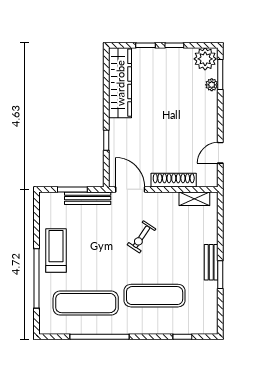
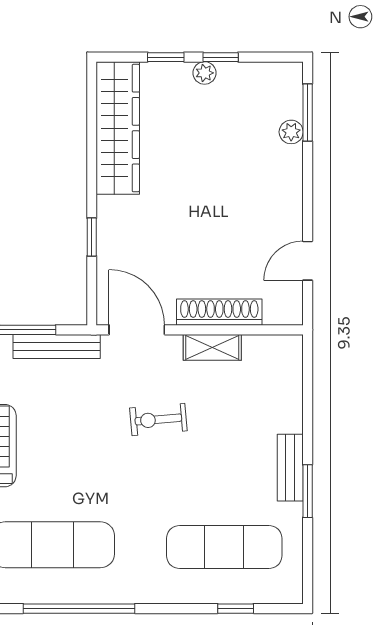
plant: (205, 59) -> (205, 73), moved, width x0.53, depth x0.53
shelving: (194, 199) -> (212, 347), moved
exercise bike: (141, 237) -> (158, 419), turned 51
exercise mat: (155, 296) -> (224, 547), moved

